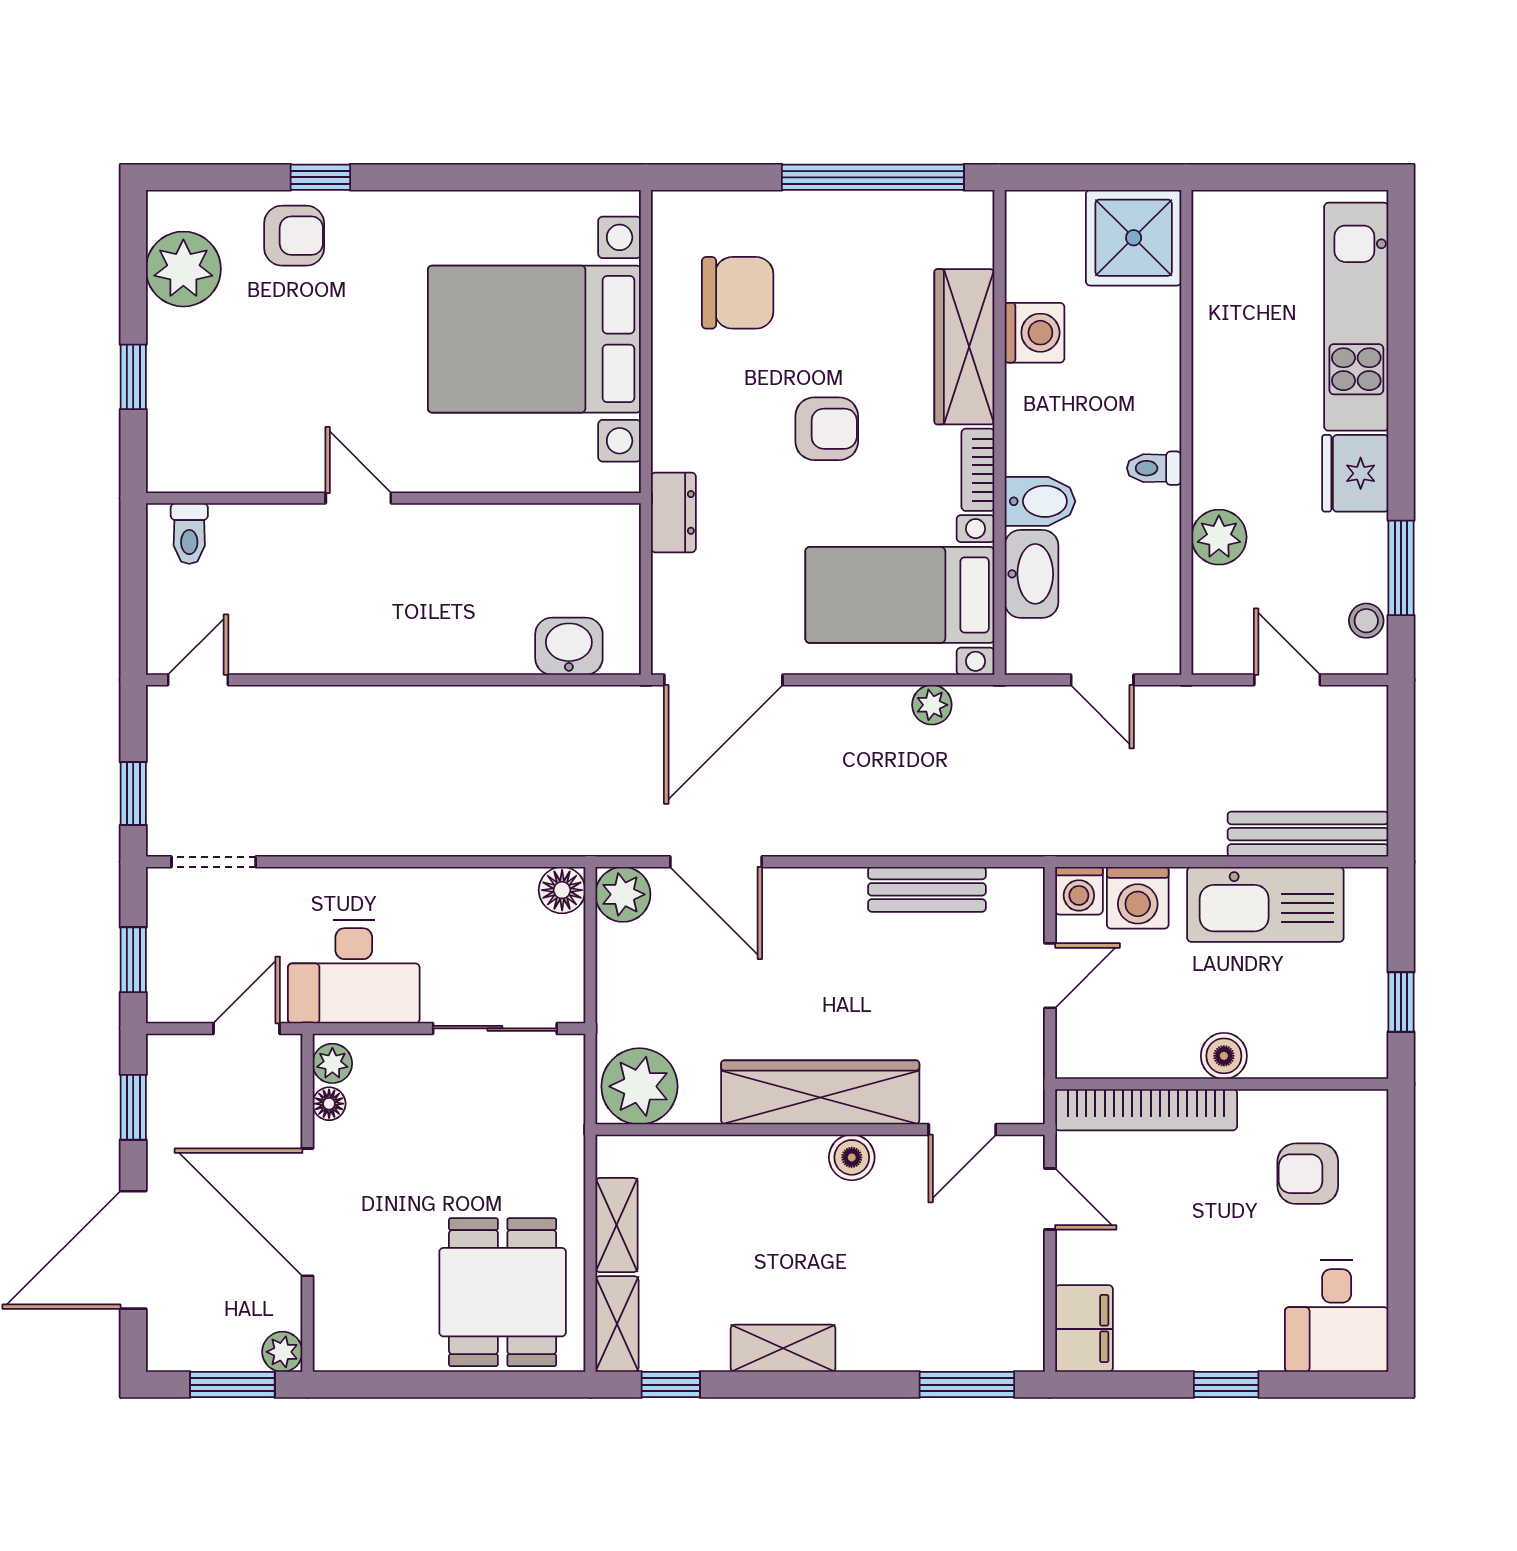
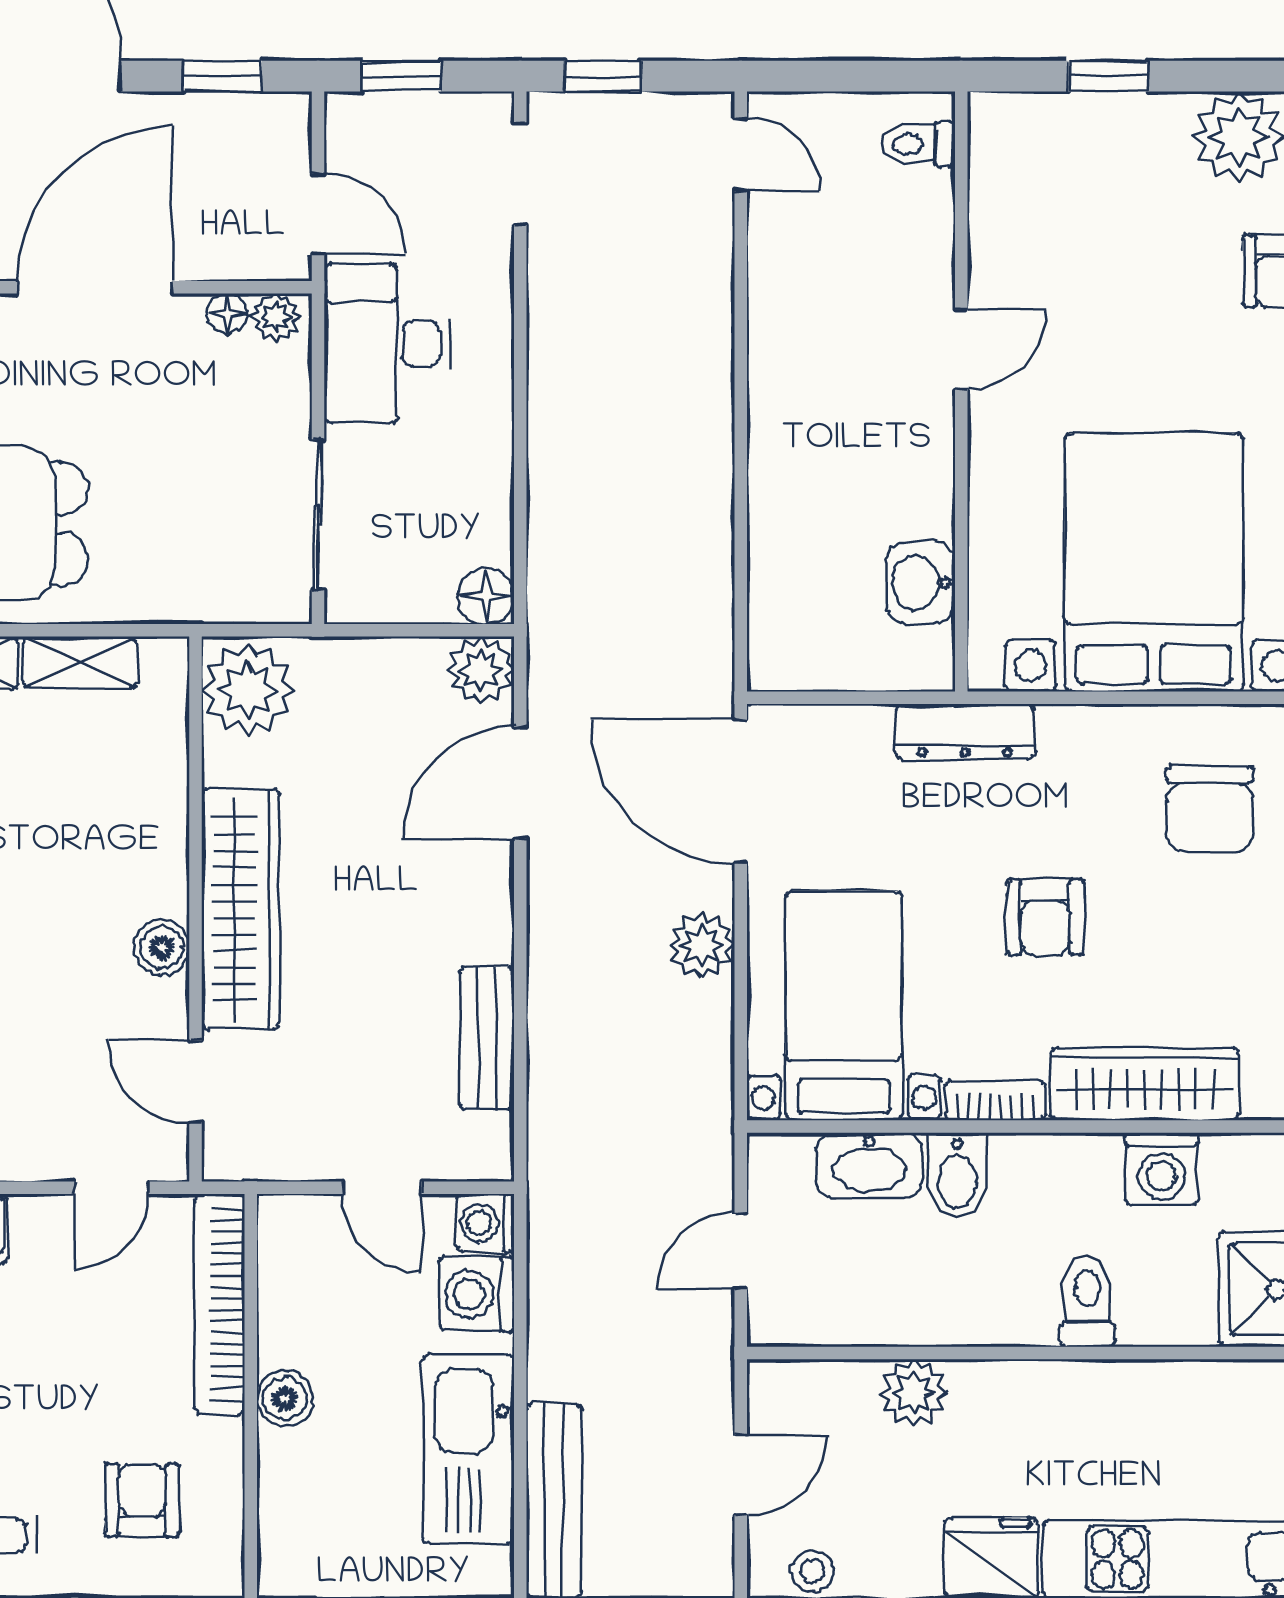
toilet: (1154, 468) -> (1087, 1301), moved, width x1.37, depth x1.39
dresser: (673, 512) -> (965, 731), width x1.44
washbasin: (569, 646) -> (920, 583), moved, turned 180
plant: (932, 705) -> (701, 945), moved, width x1.38, depth x1.38

